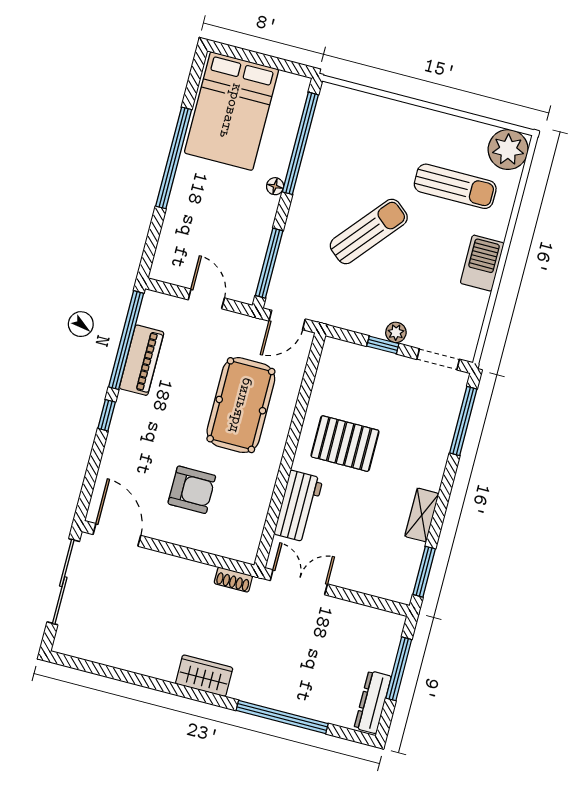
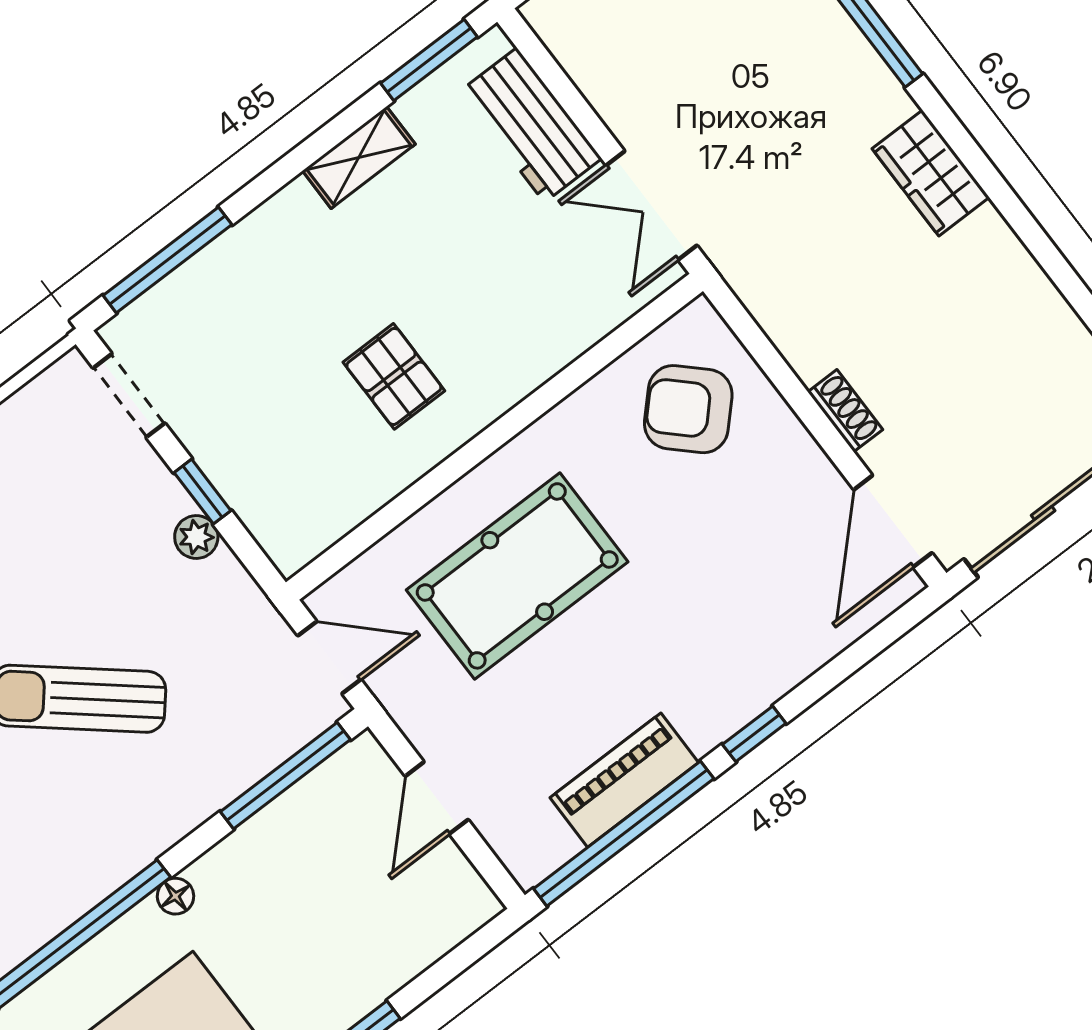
plant: (396, 332) -> (196, 537), moved
pallet: (345, 444) -> (394, 376), width x0.67, depth x0.71
armchair: (192, 490) -> (688, 409), moved, turned -46
workbench: (298, 506) -> (531, 125), moved, turned -90
shoe rack: (233, 580) -> (845, 411), moved

